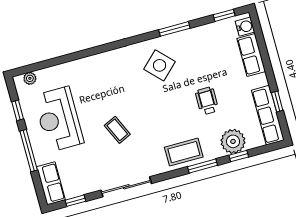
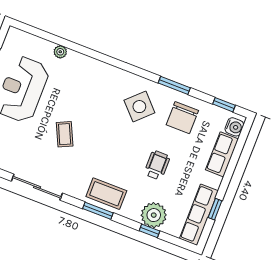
chair: (199, 49) -> (182, 118), added
plant: (30, 78) -> (60, 52), moved
window: (202, 166) -> (98, 211), moved

